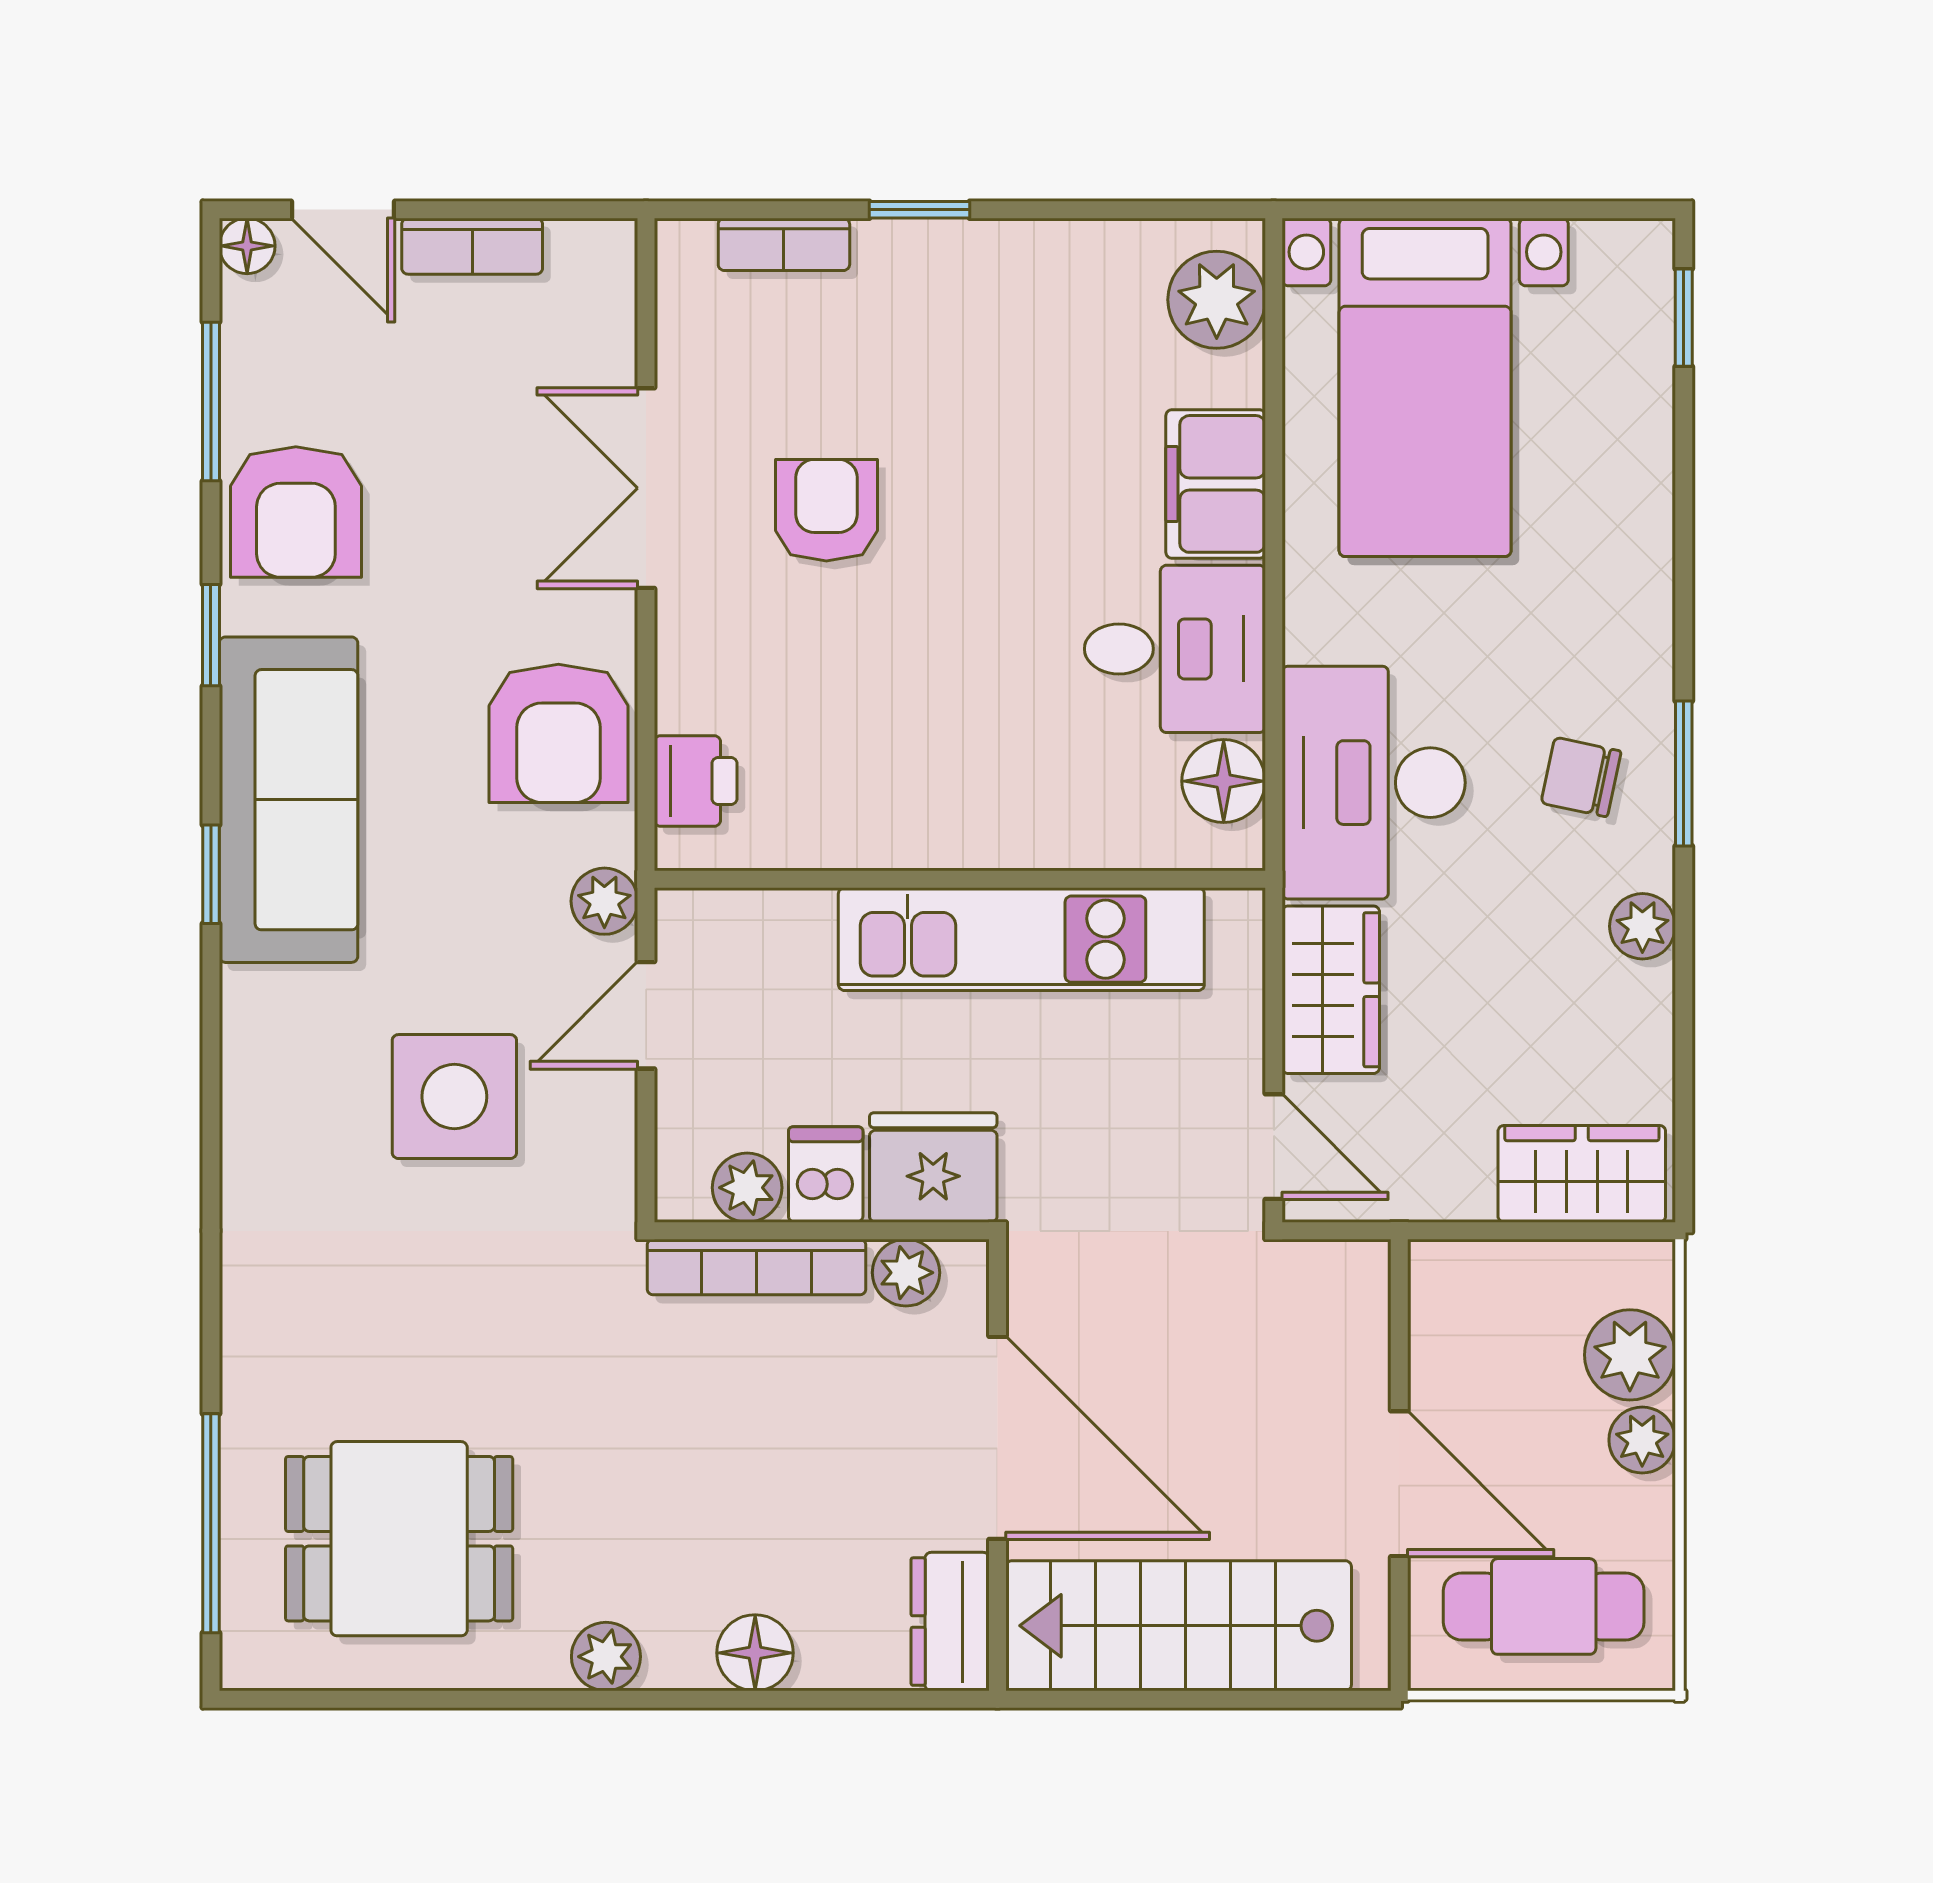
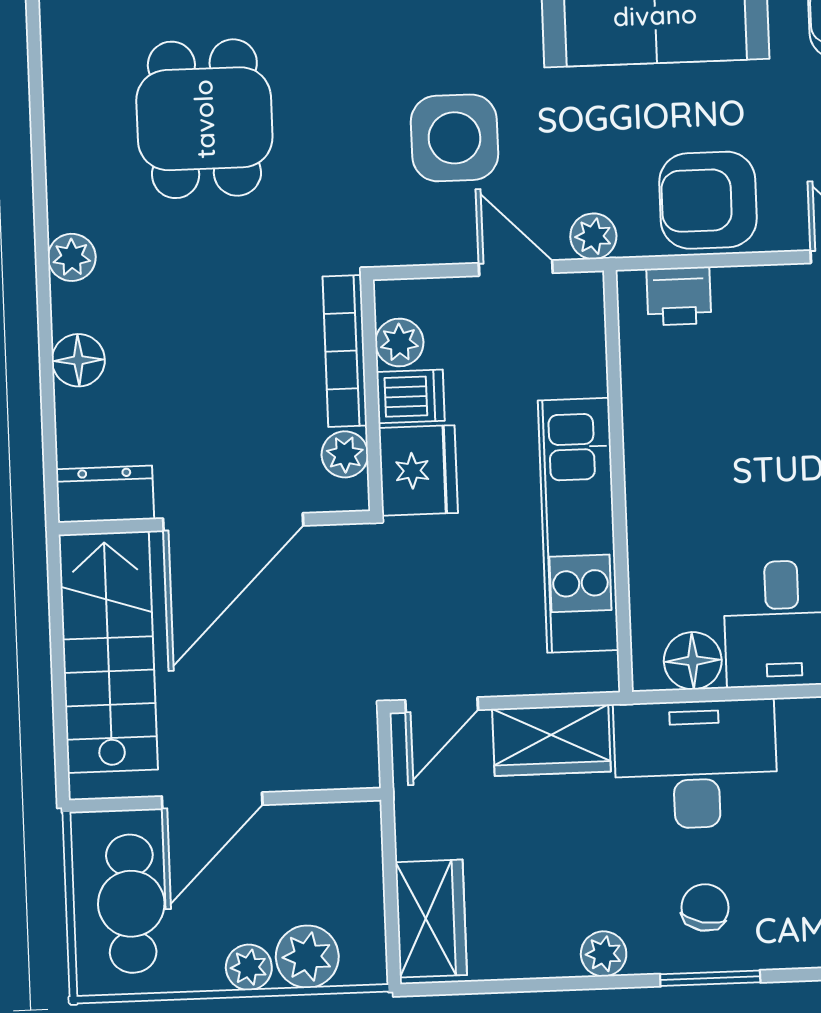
dining table: (399, 1539) -> (204, 119), moved

